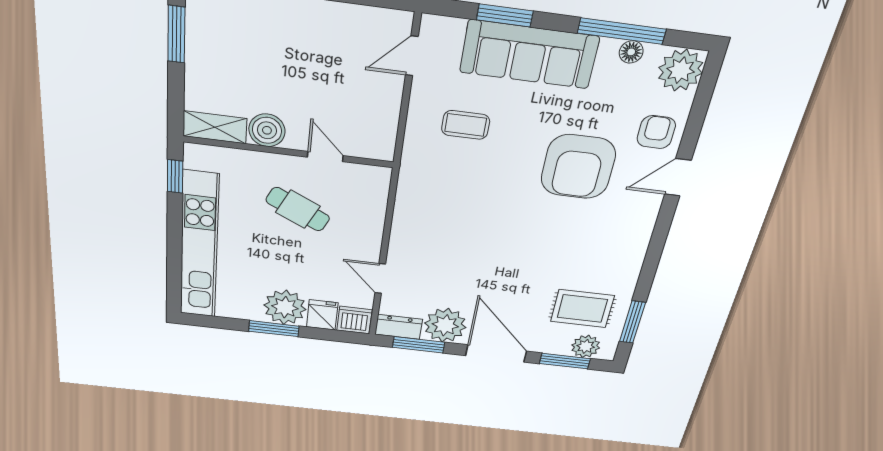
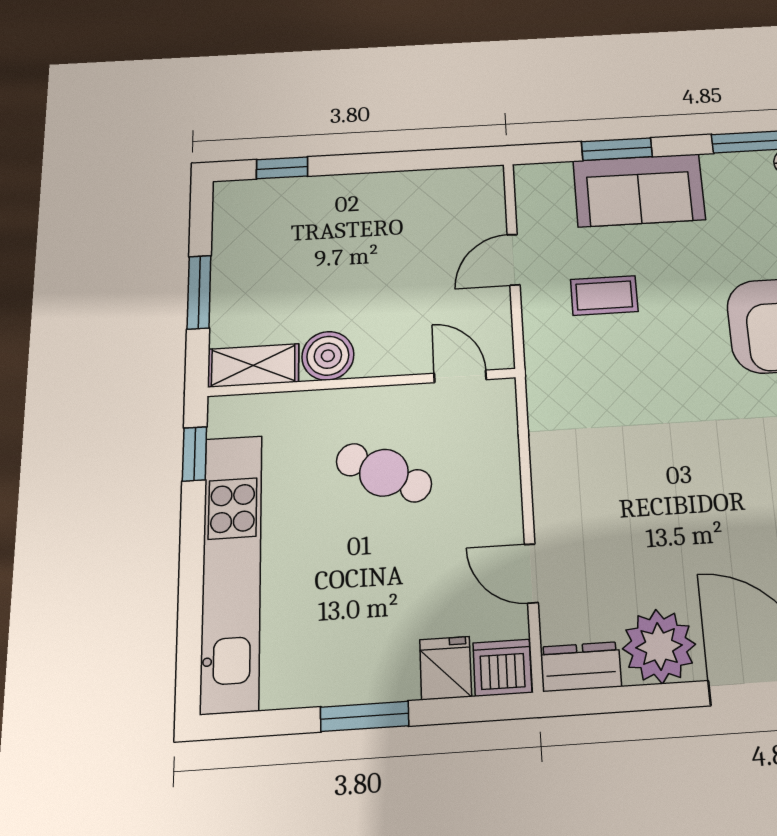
window: (176, 34) -> (199, 292), moved
sofa: (529, 54) -> (639, 190), width x0.73
door: (412, 56) -> (514, 260), moved
door: (325, 156) -> (460, 376), moved
plant: (285, 307) -> (380, 665), removed
window: (419, 345) -> (623, 699), removed

